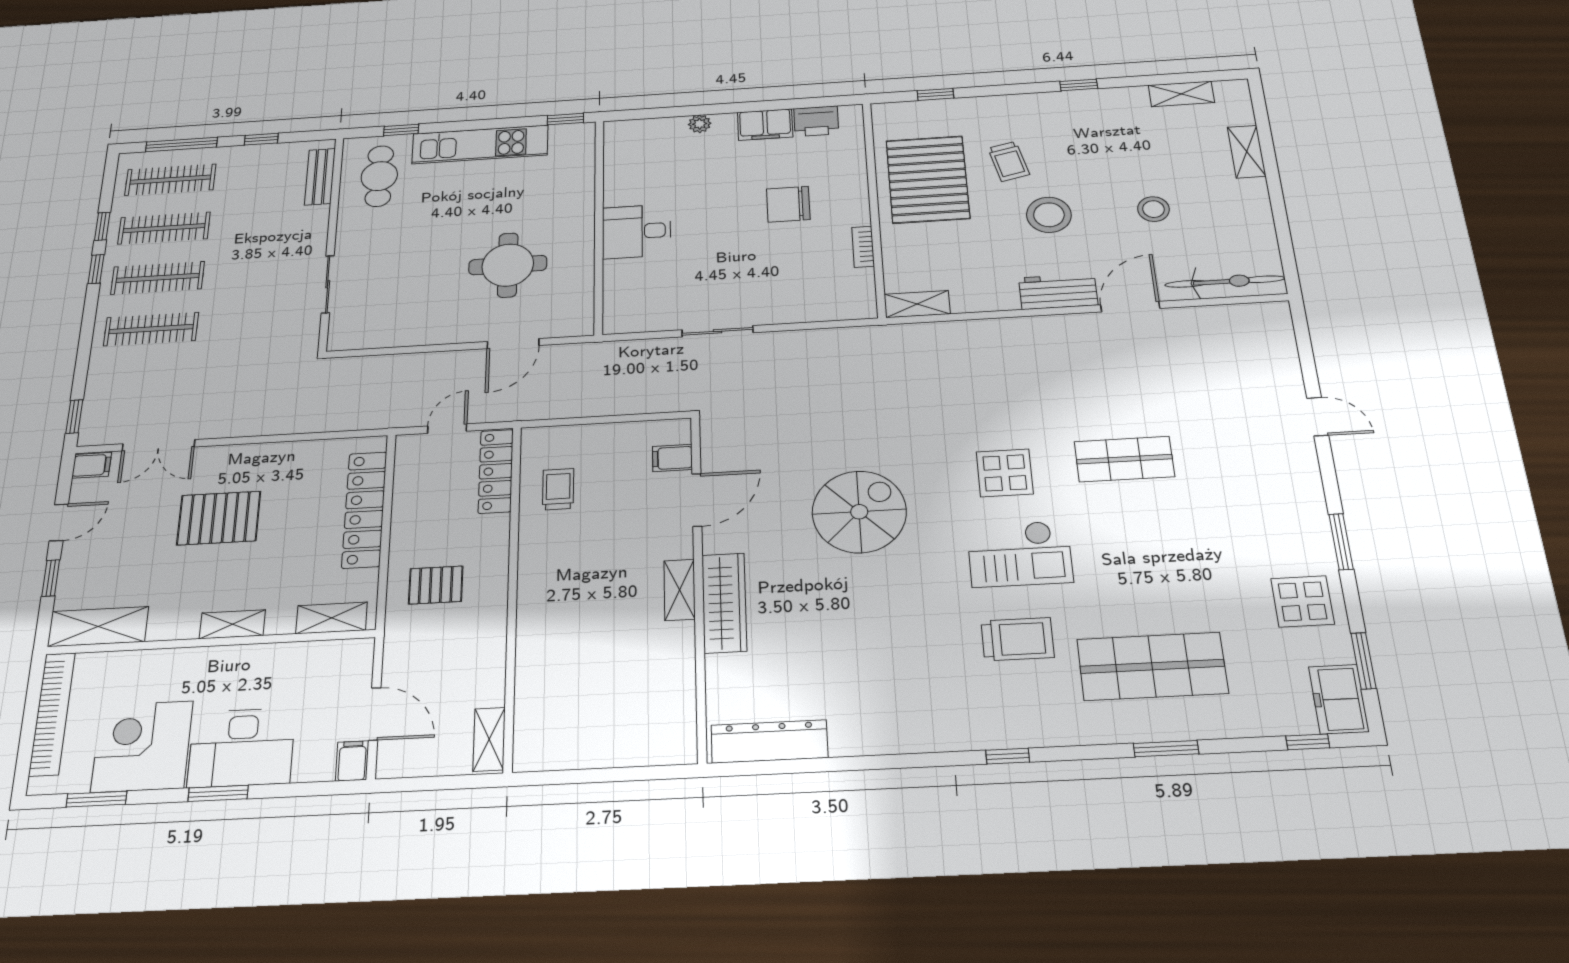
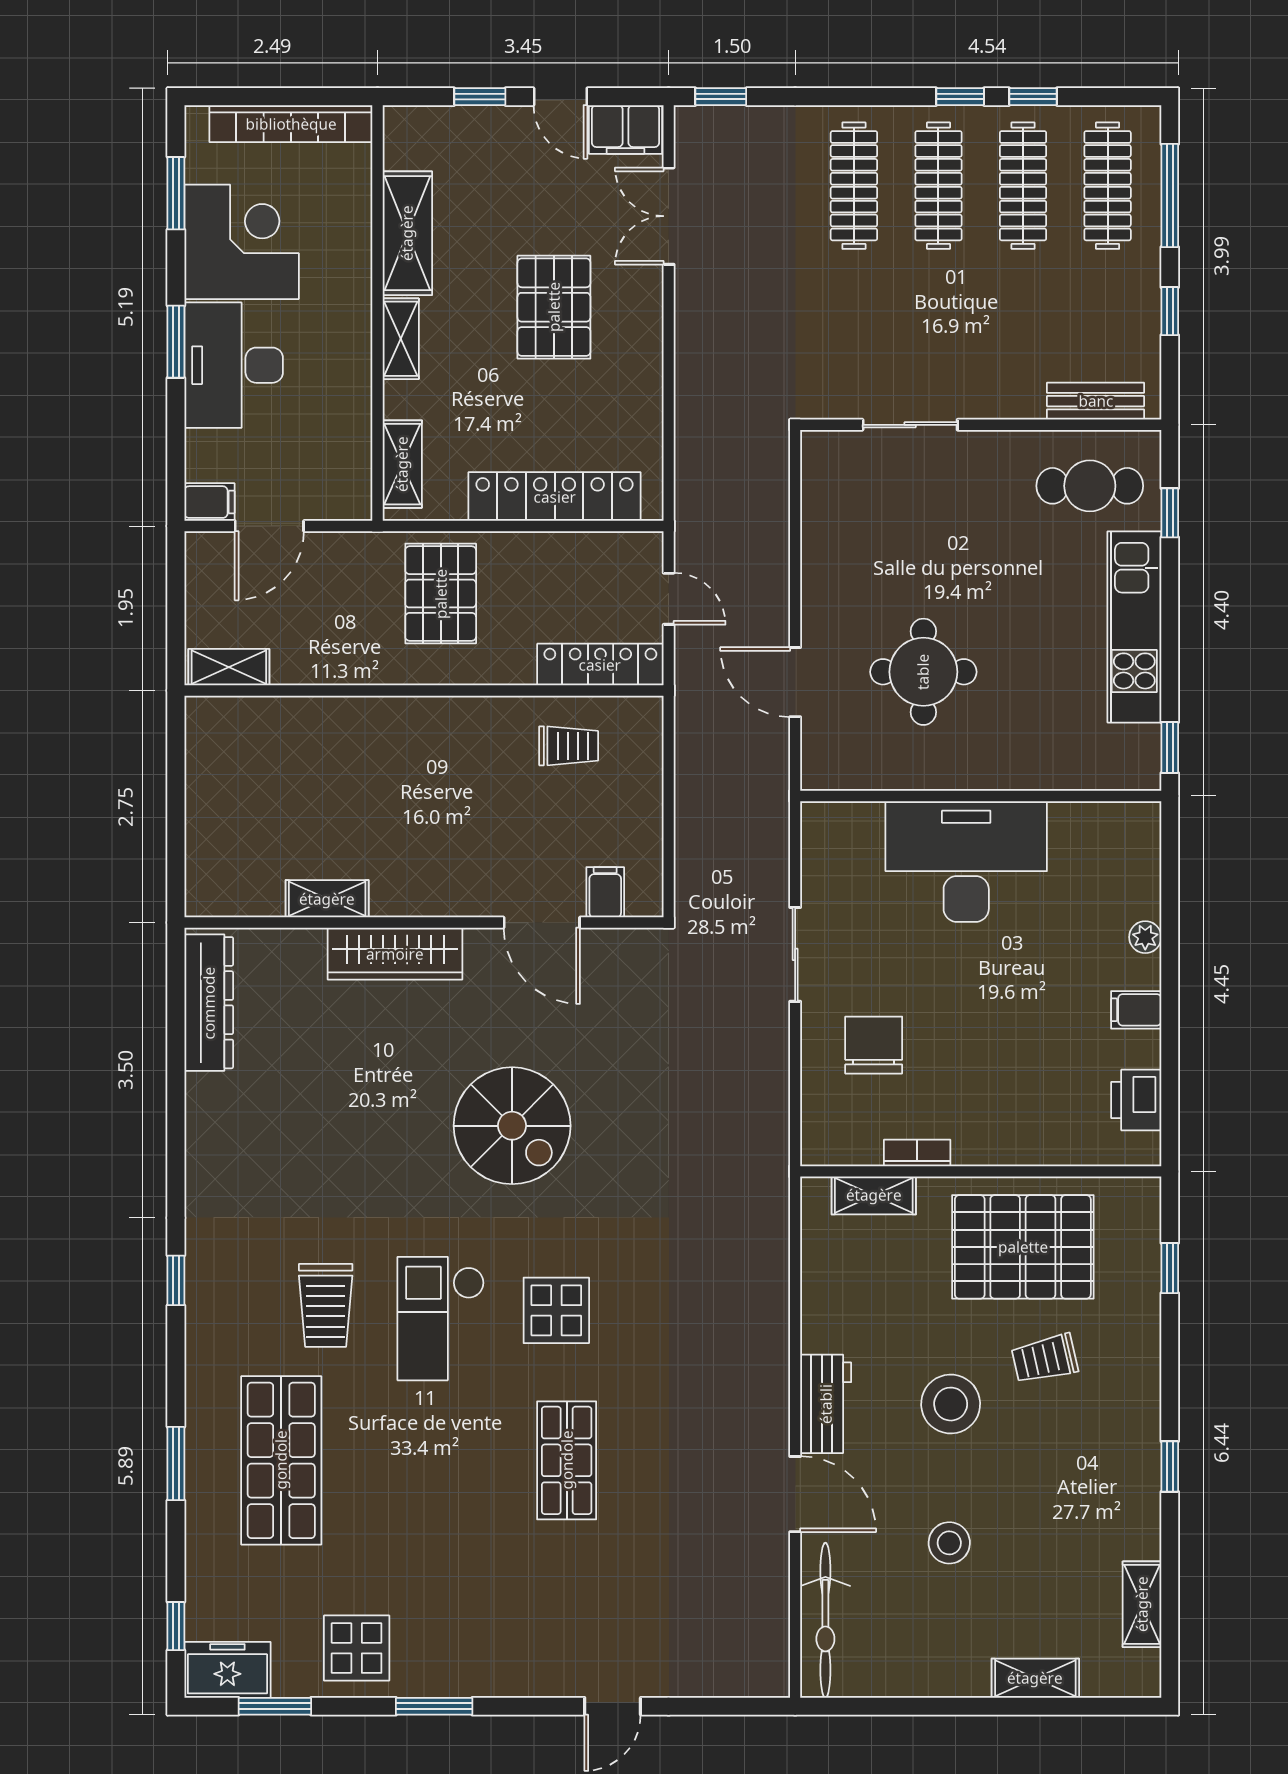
filing cabinet: (765, 125) -> (1136, 1010), width x0.50
chair: (788, 204) -> (874, 1045), moved
desk: (636, 231) -> (966, 862), width x1.87, depth x1.30
shelving: (917, 304) -> (874, 1195), moved, turned 90
filing cabinet: (92, 465) -> (626, 129), width x2.00
pallet: (436, 585) -> (441, 594), width x1.50, depth x1.42
shelving: (679, 590) -> (327, 899), moved
shelving: (98, 627) -> (407, 233), moved

